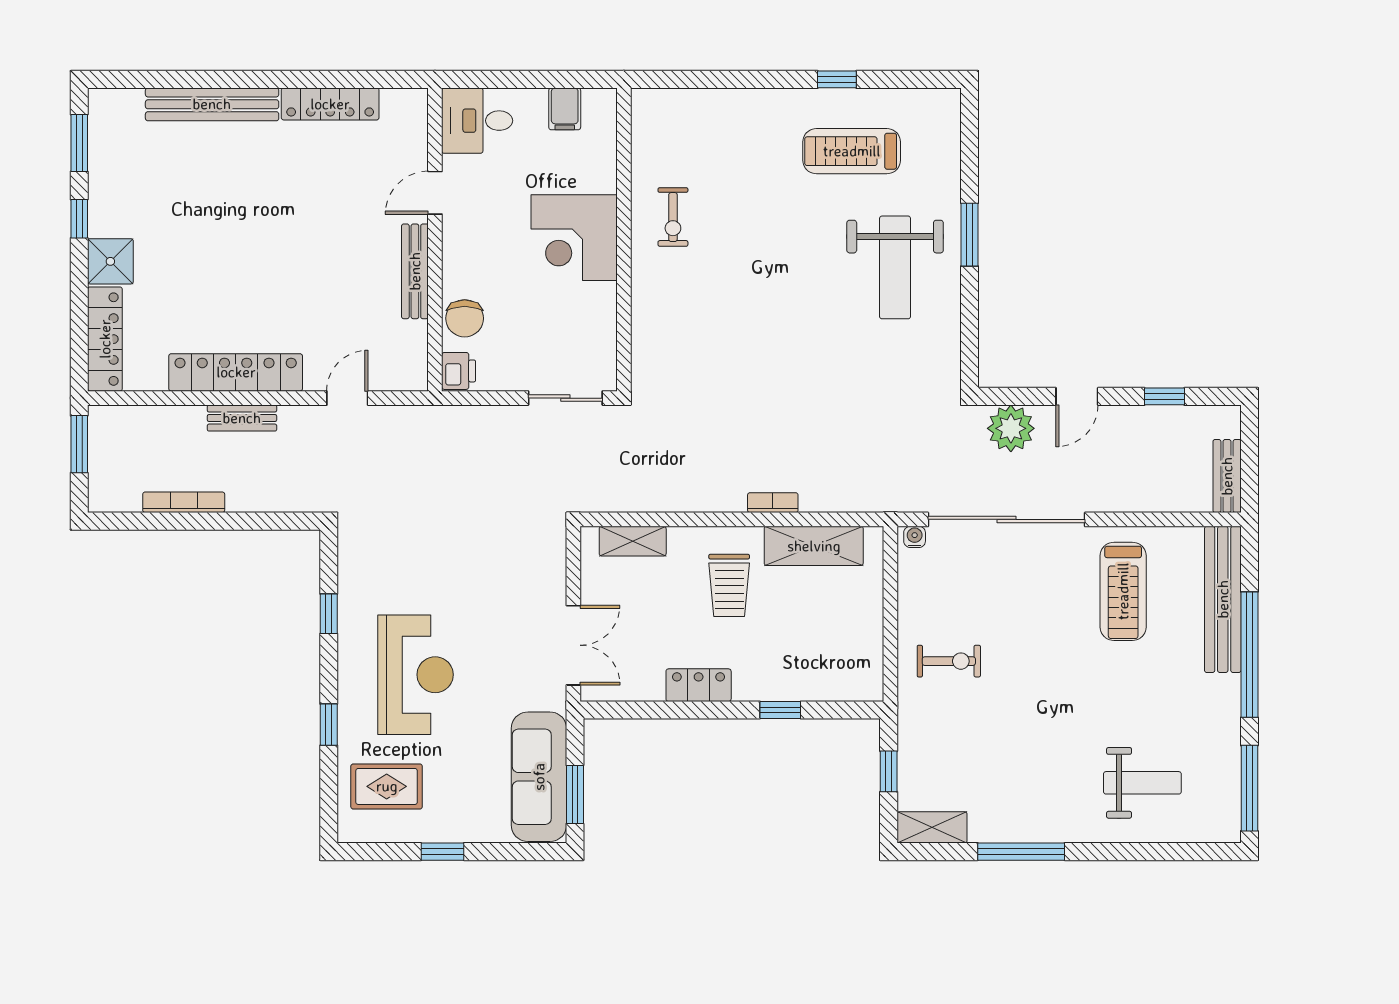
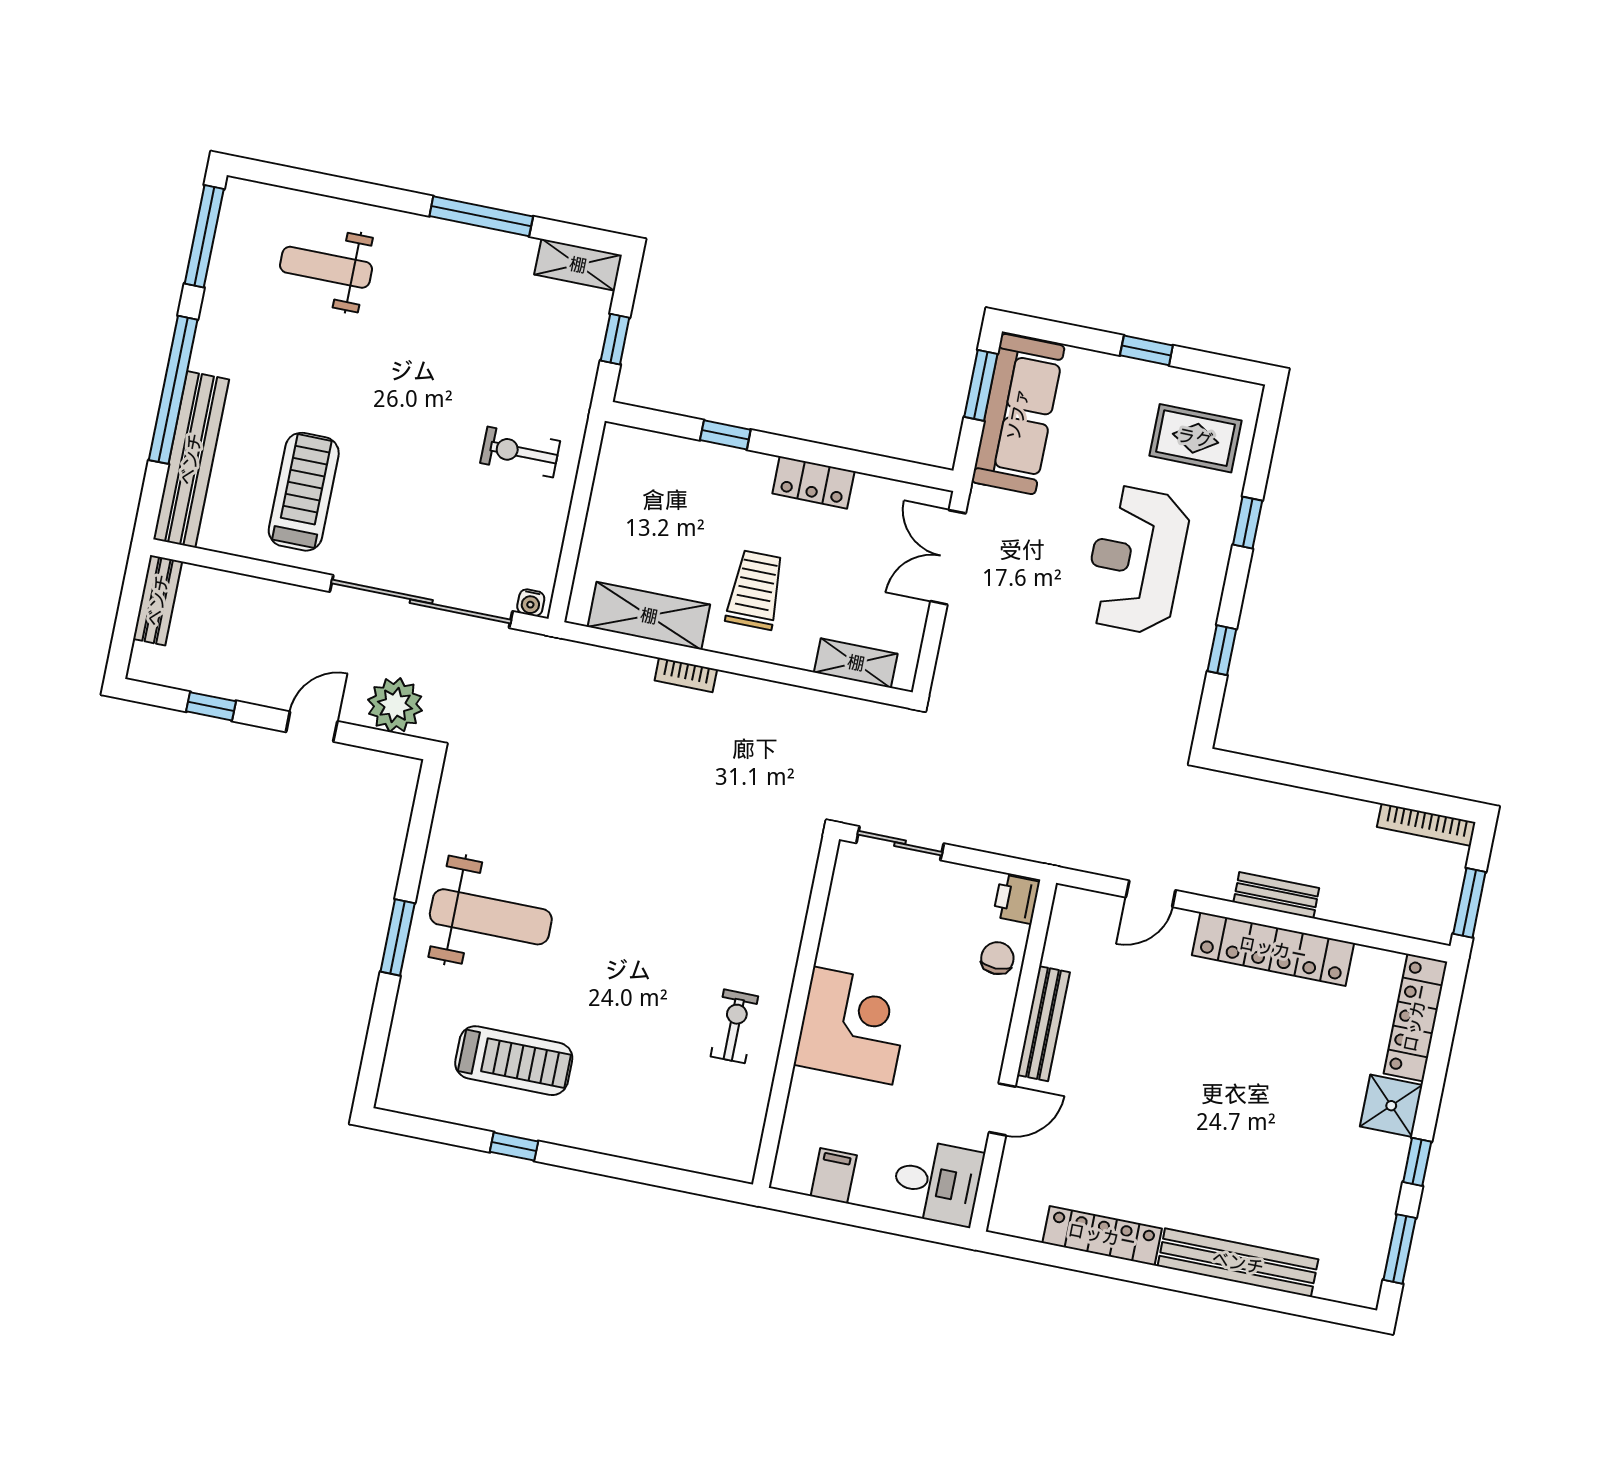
weight bench: (895, 267) -> (491, 917), turned 90
chair: (465, 318) -> (997, 958), width x0.73, depth x0.73
bookcase: (184, 502) -> (1426, 825), moved

